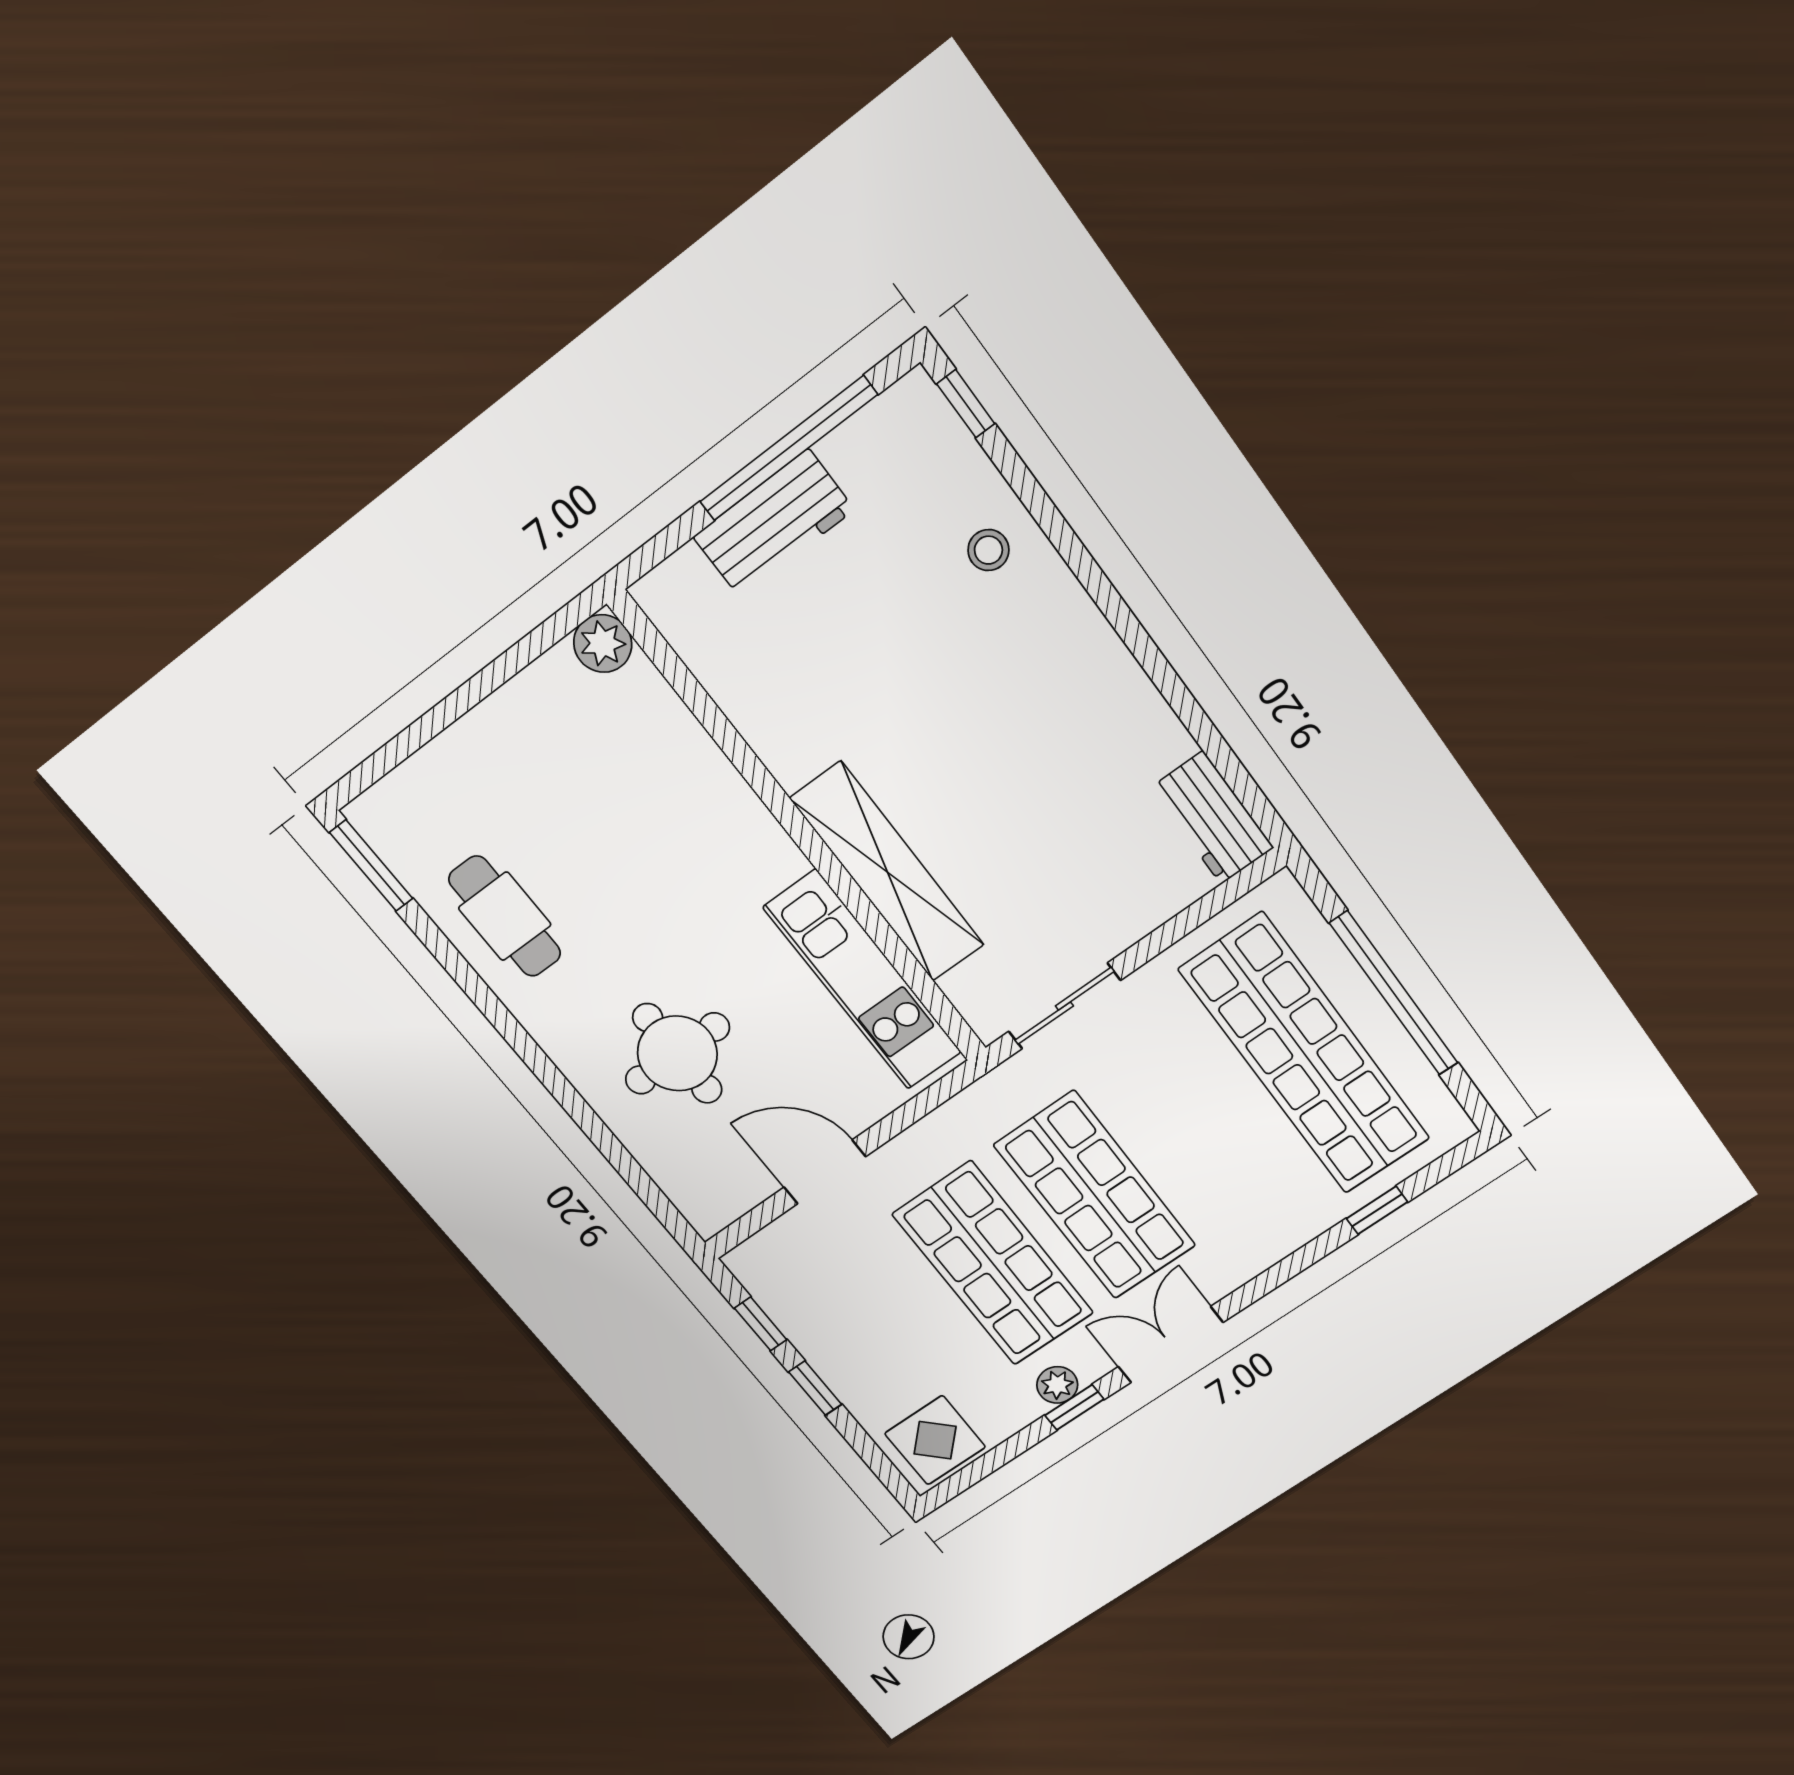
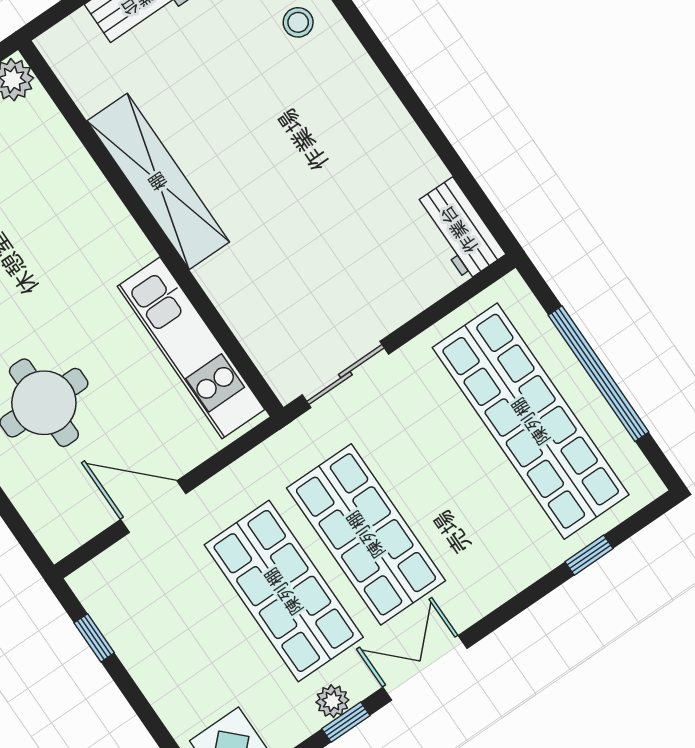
shelving: (887, 872) -> (158, 181), moved
window: (815, 1388) -> (135, 697), removed

